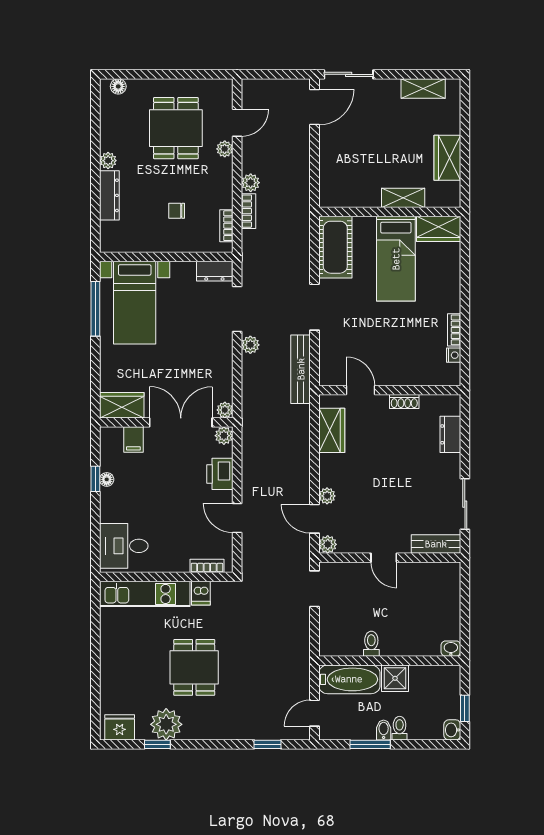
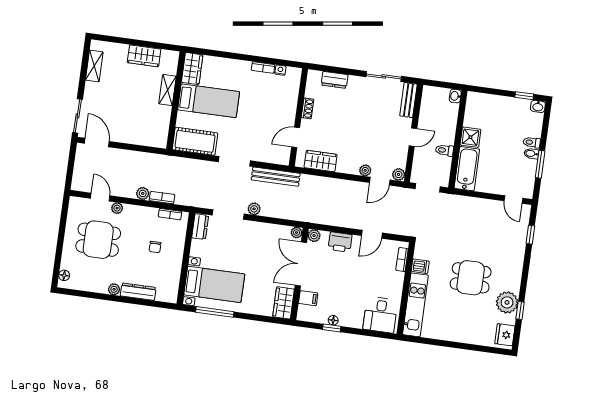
toilet: (371, 644) -> (444, 150), moved
washbasin: (451, 649) -> (455, 96), moved
wall: (390, 661) -> (458, 139), moved
shower: (395, 678) -> (470, 137), moved
bathtub: (349, 679) -> (467, 169), moved

